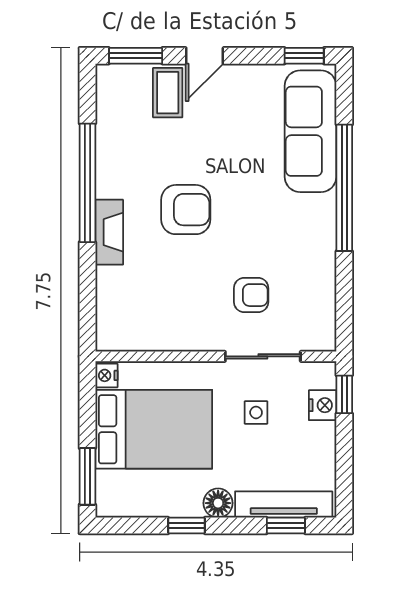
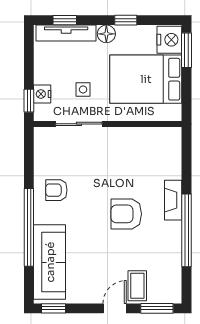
armchair: (251, 295) -> (56, 190), moved
nightstand: (106, 375) -> (169, 40), moved, width x1.89, depth x1.79

